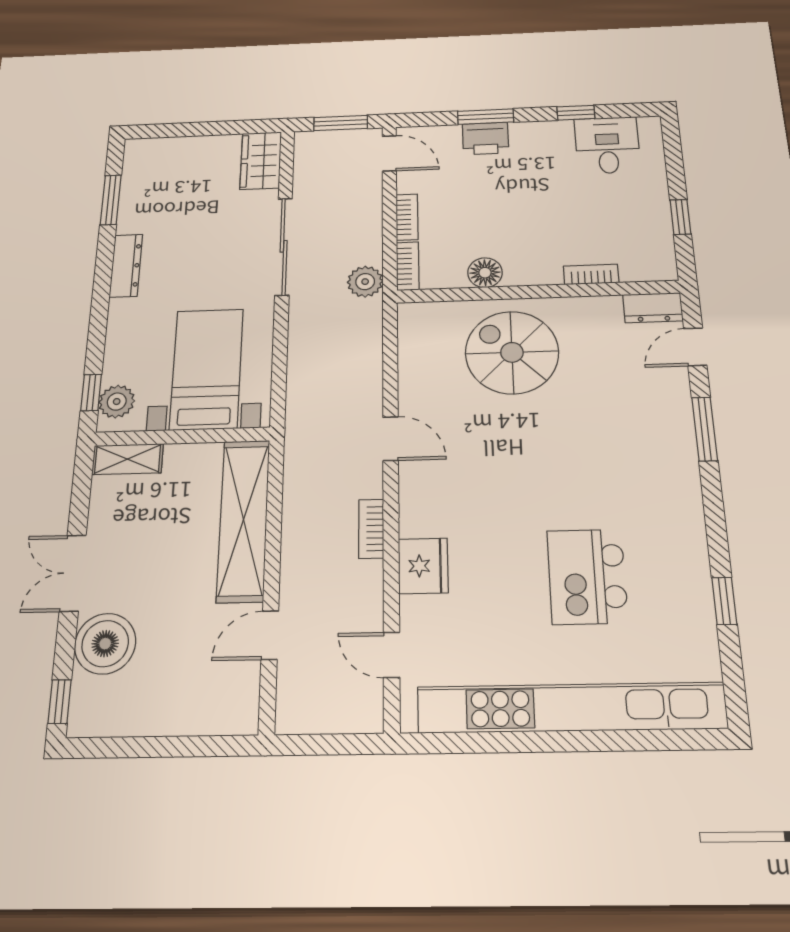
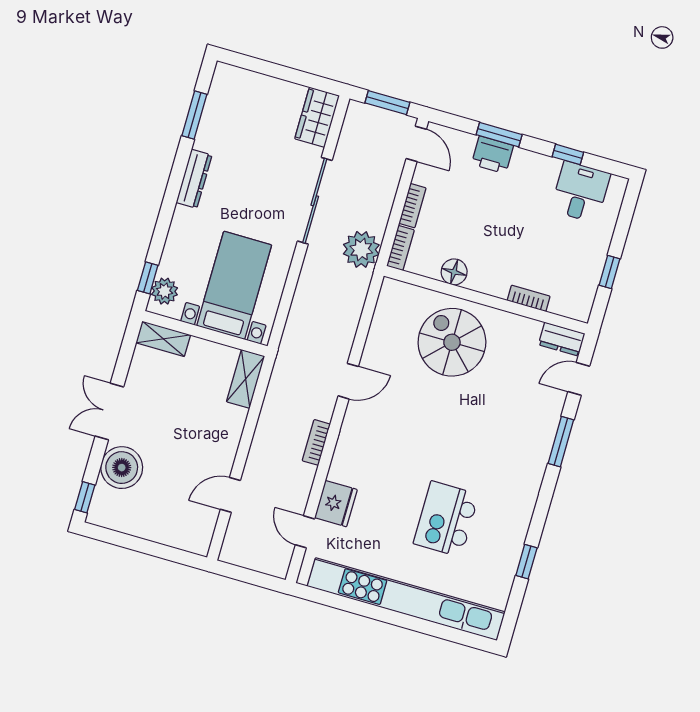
plant: (365, 282) -> (361, 249), width x1.36, depth x1.36
door: (391, 439) -> (348, 381), hinge flipped
shelving: (243, 520) -> (246, 379), width x0.45, depth x0.75
fridge: (423, 566) -> (336, 504), moved

